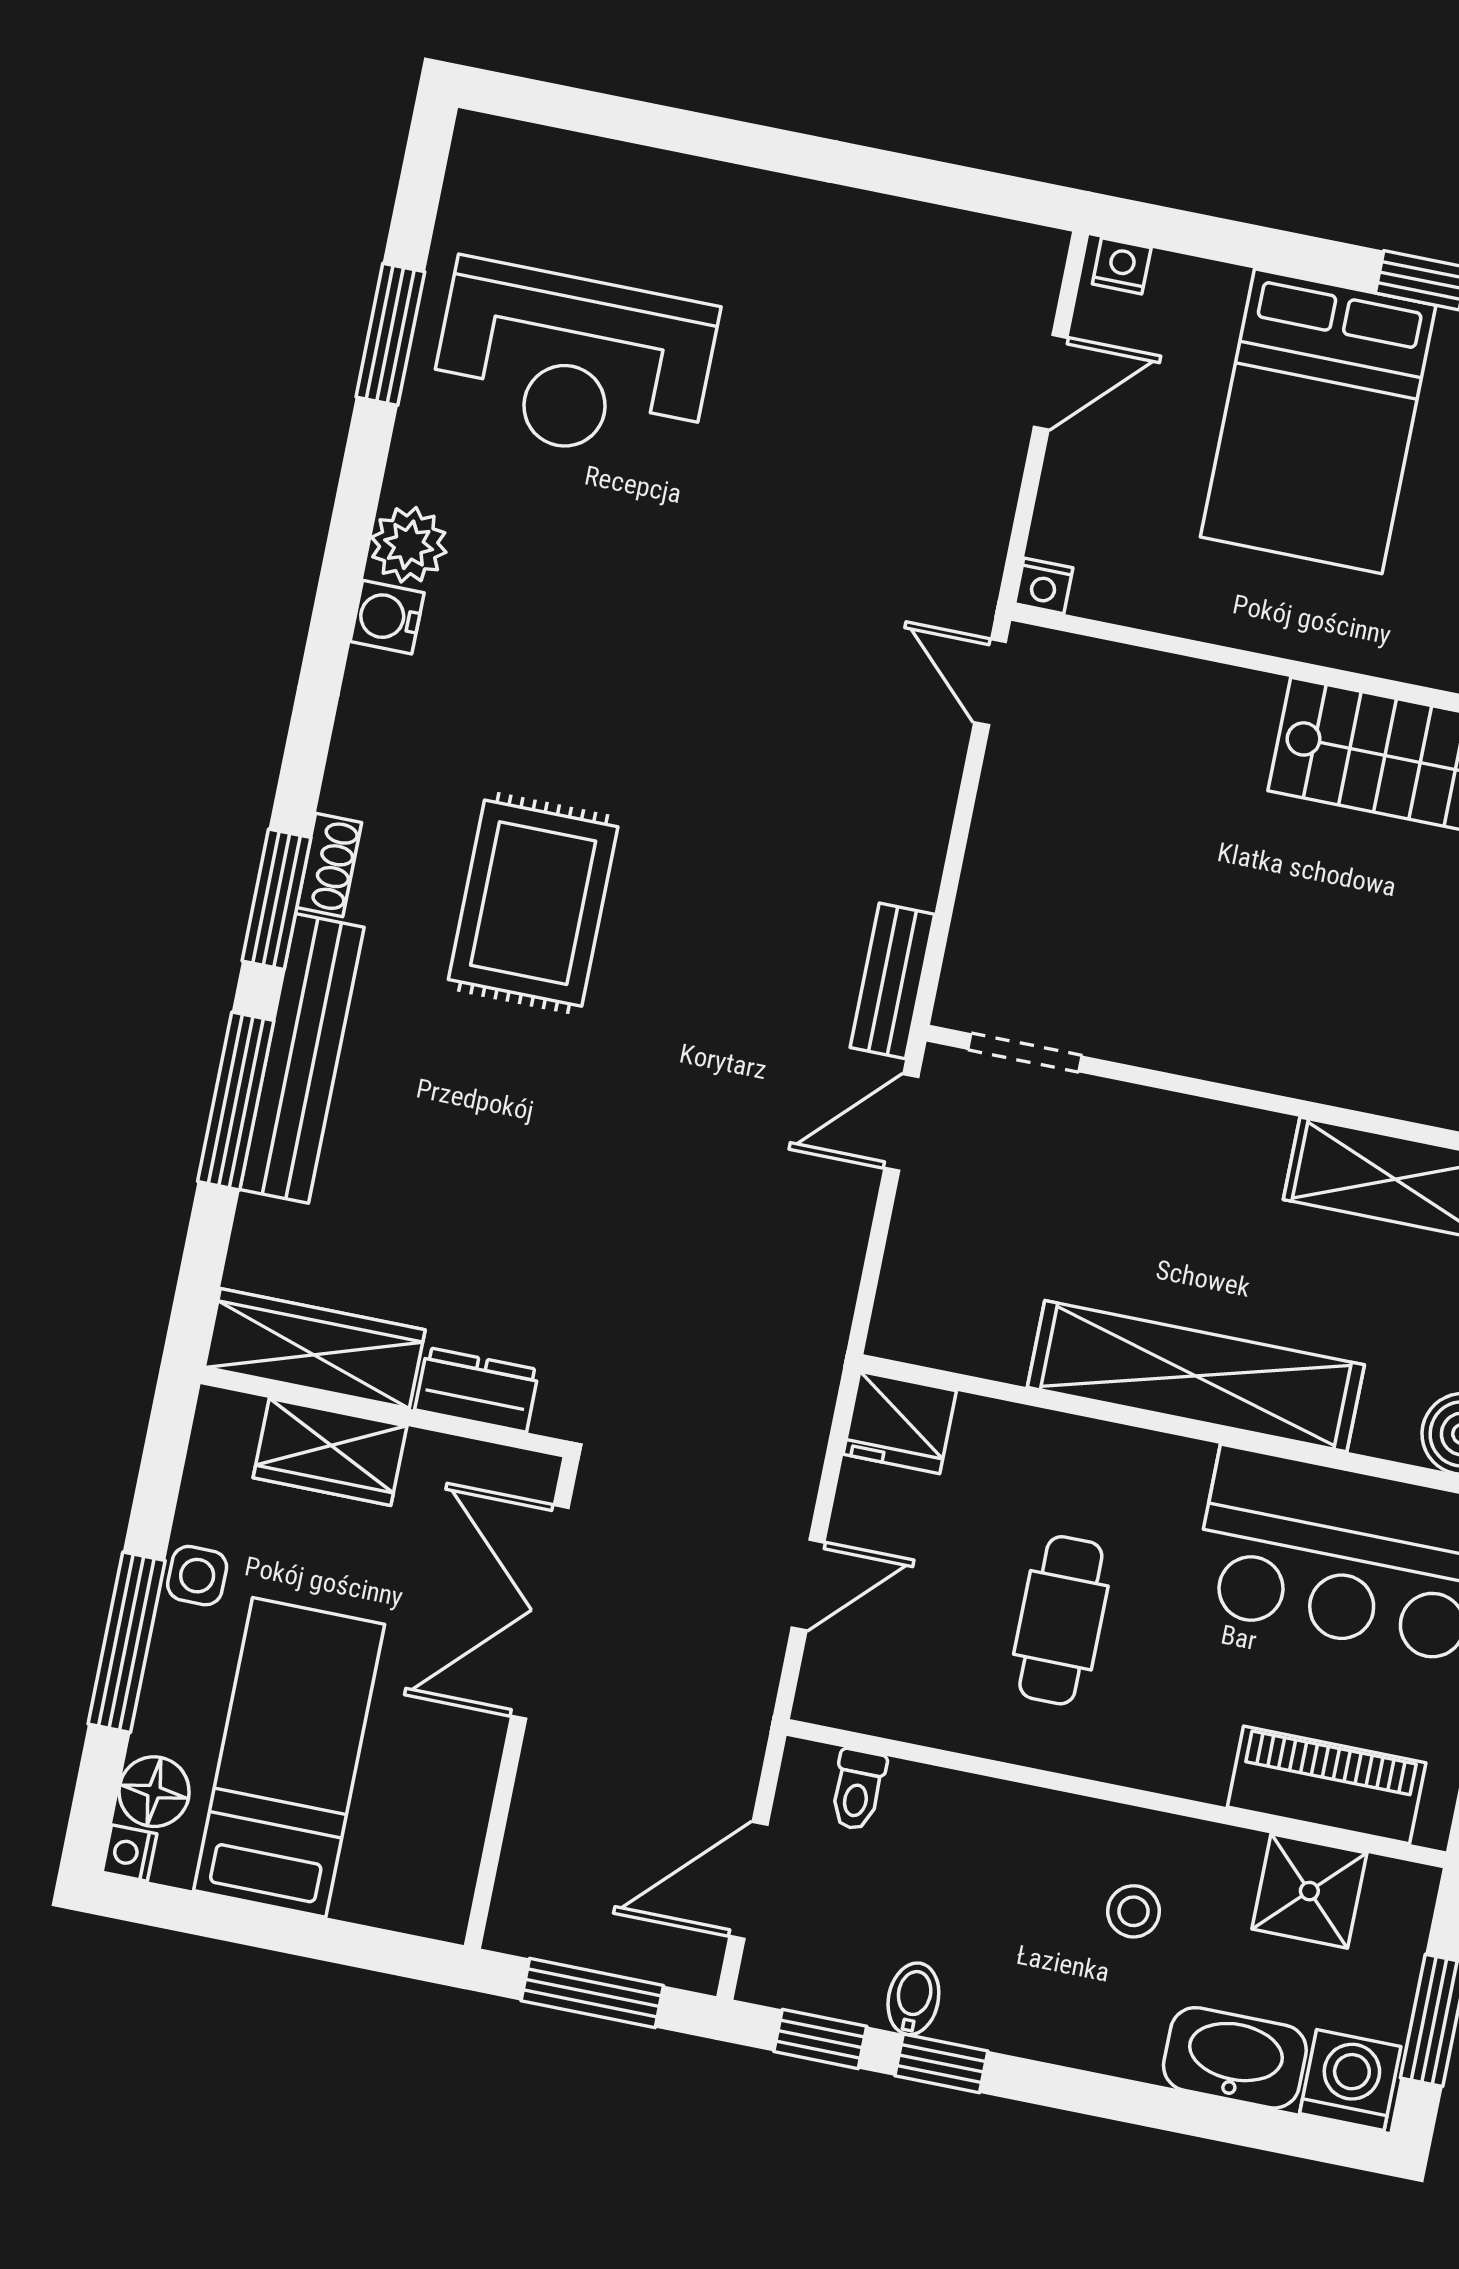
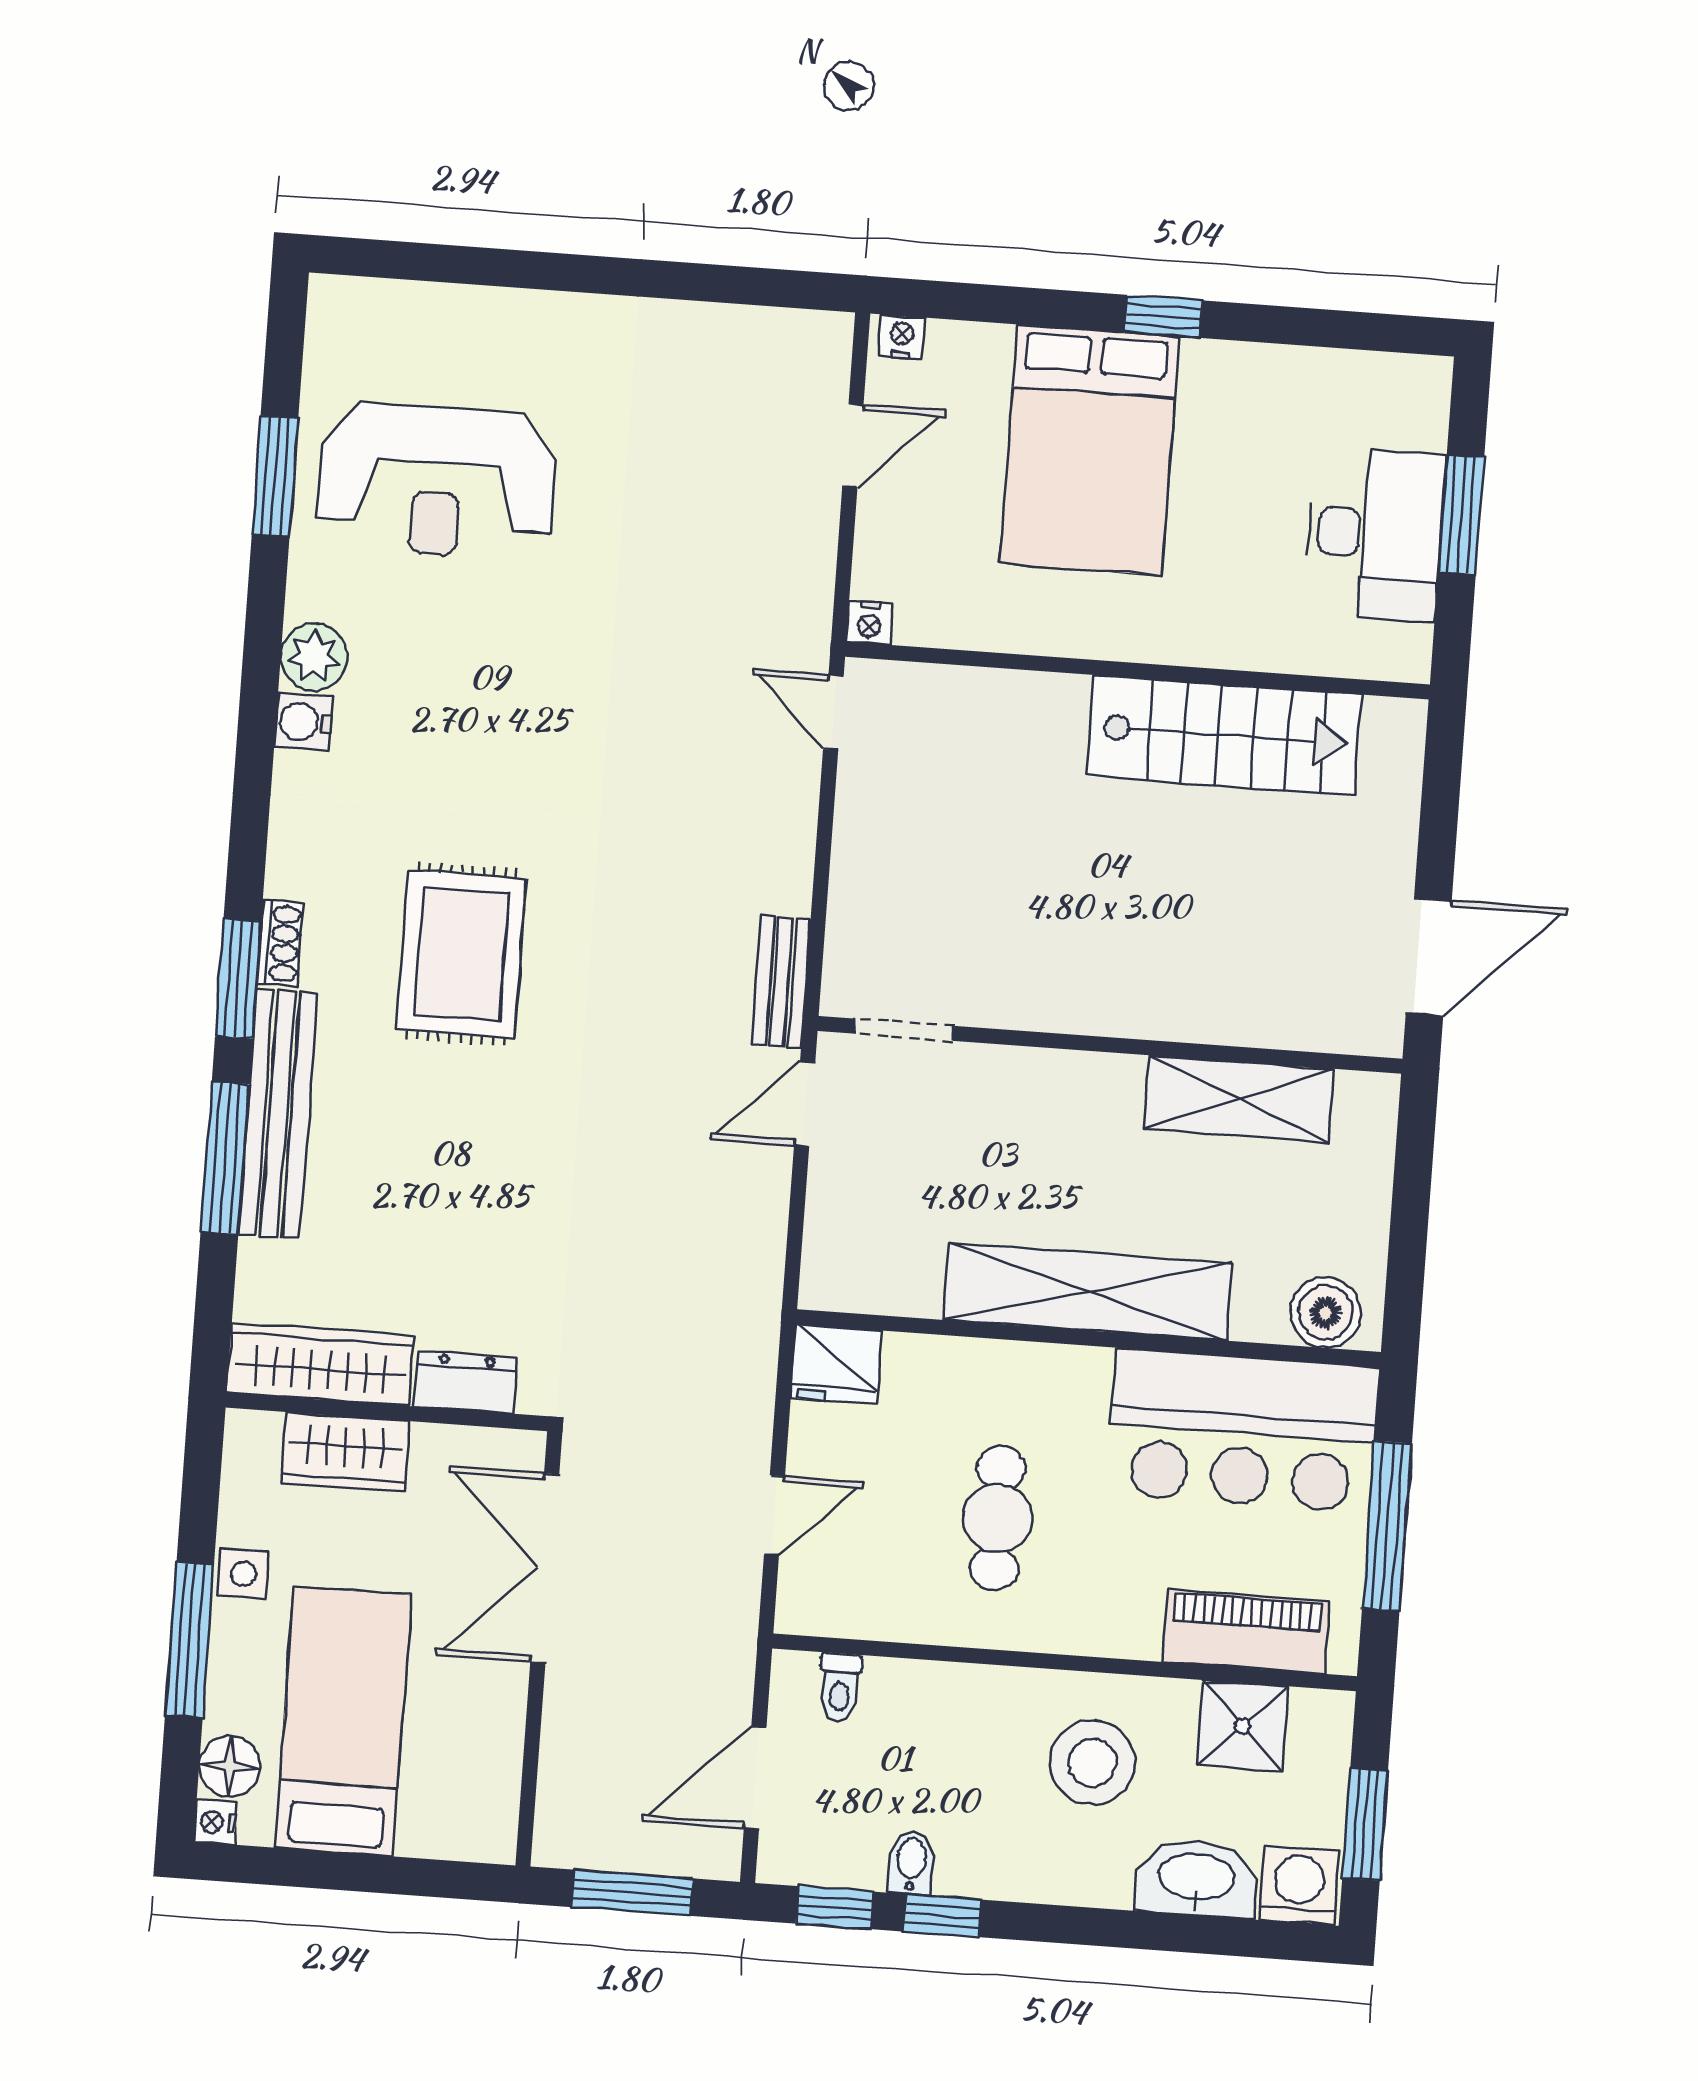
stool: (1134, 1911) -> (1092, 1763), width x1.89, depth x1.89

